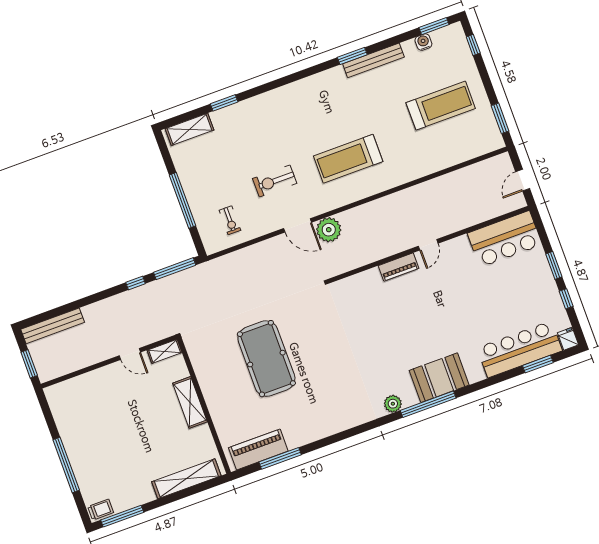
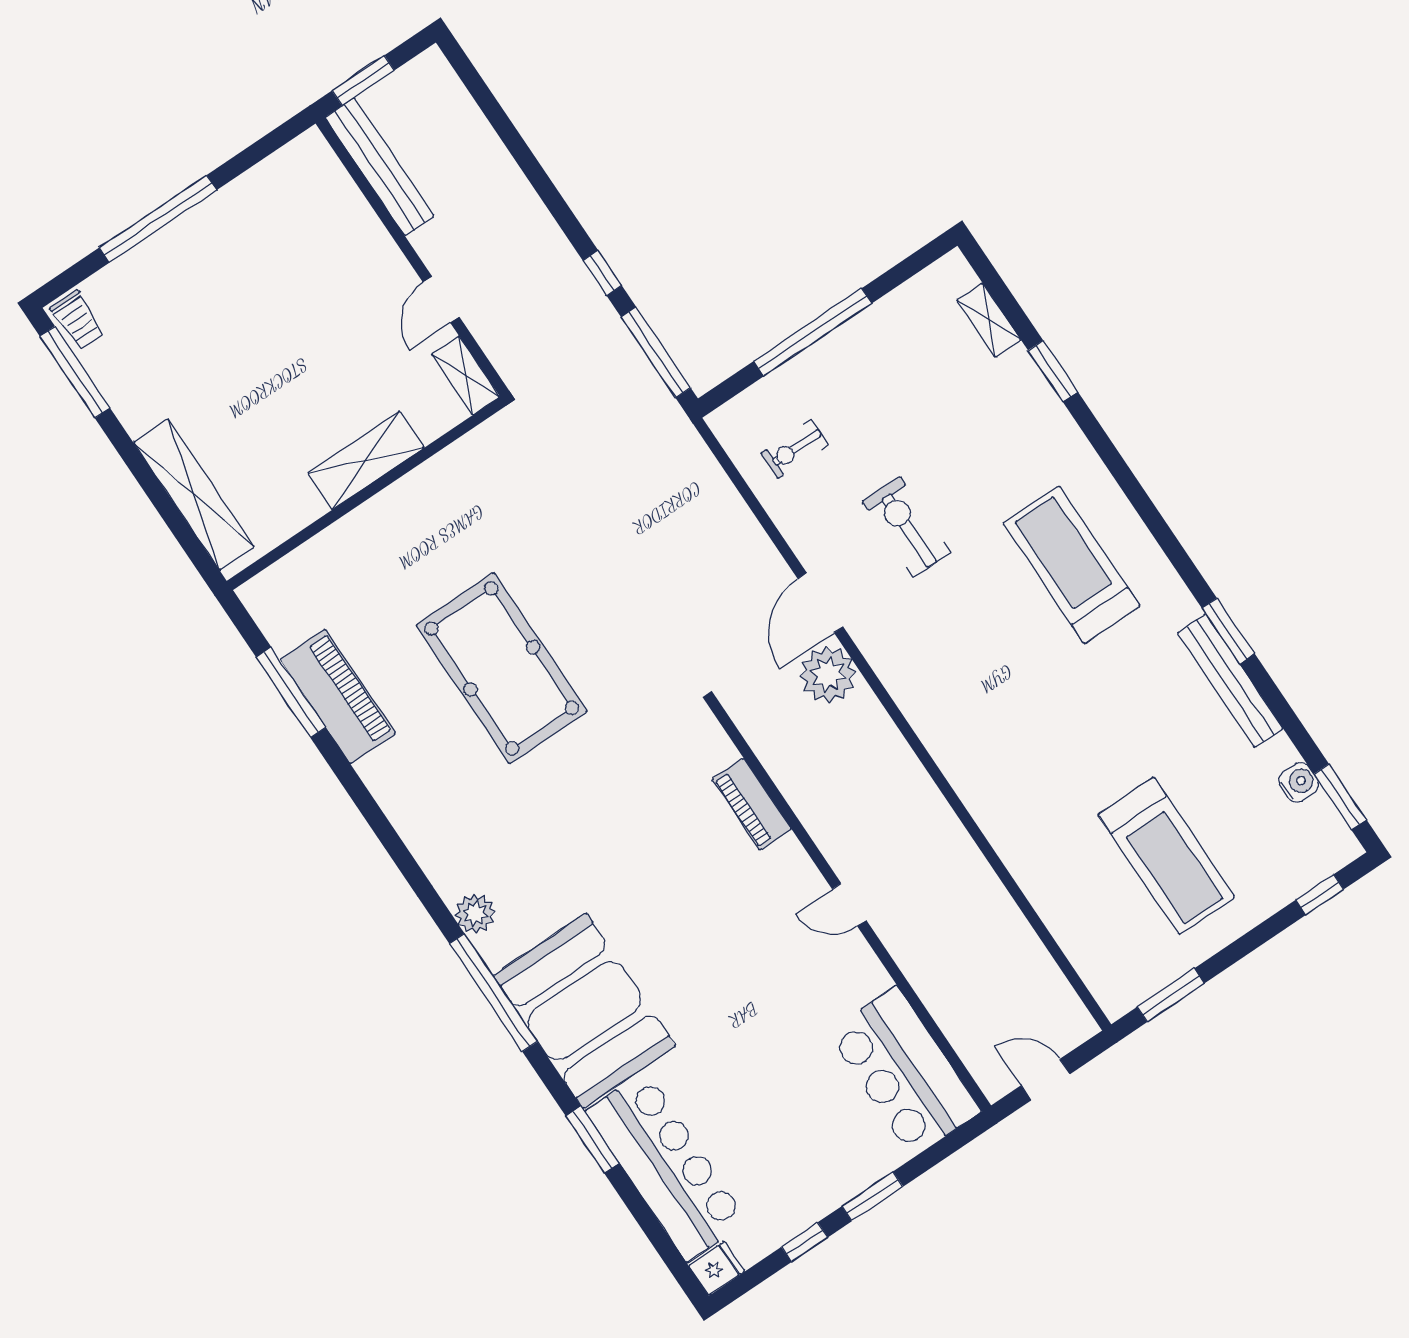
shelving: (190, 129) -> (989, 320), width x0.67, depth x0.75
treadmill: (348, 159) -> (1072, 565), moved
piano: (398, 267) -> (752, 804), moved
bench: (53, 326) -> (380, 167), moved
pool table: (266, 359) -> (502, 668), moved, turned 90
window: (538, 364) -> (593, 1140), moved
booth: (439, 378) -> (585, 1011), width x1.36, depth x1.42
piano: (258, 449) -> (338, 697), moved

